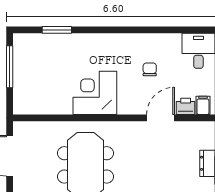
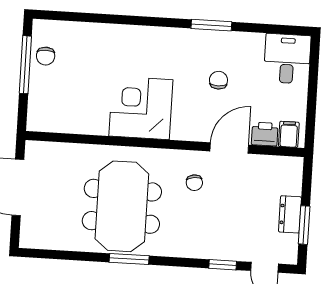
window: (57, 30) -> (211, 25), moved
chair: (24, 60) -> (46, 56), added
chair: (137, 145) -> (194, 183), added

